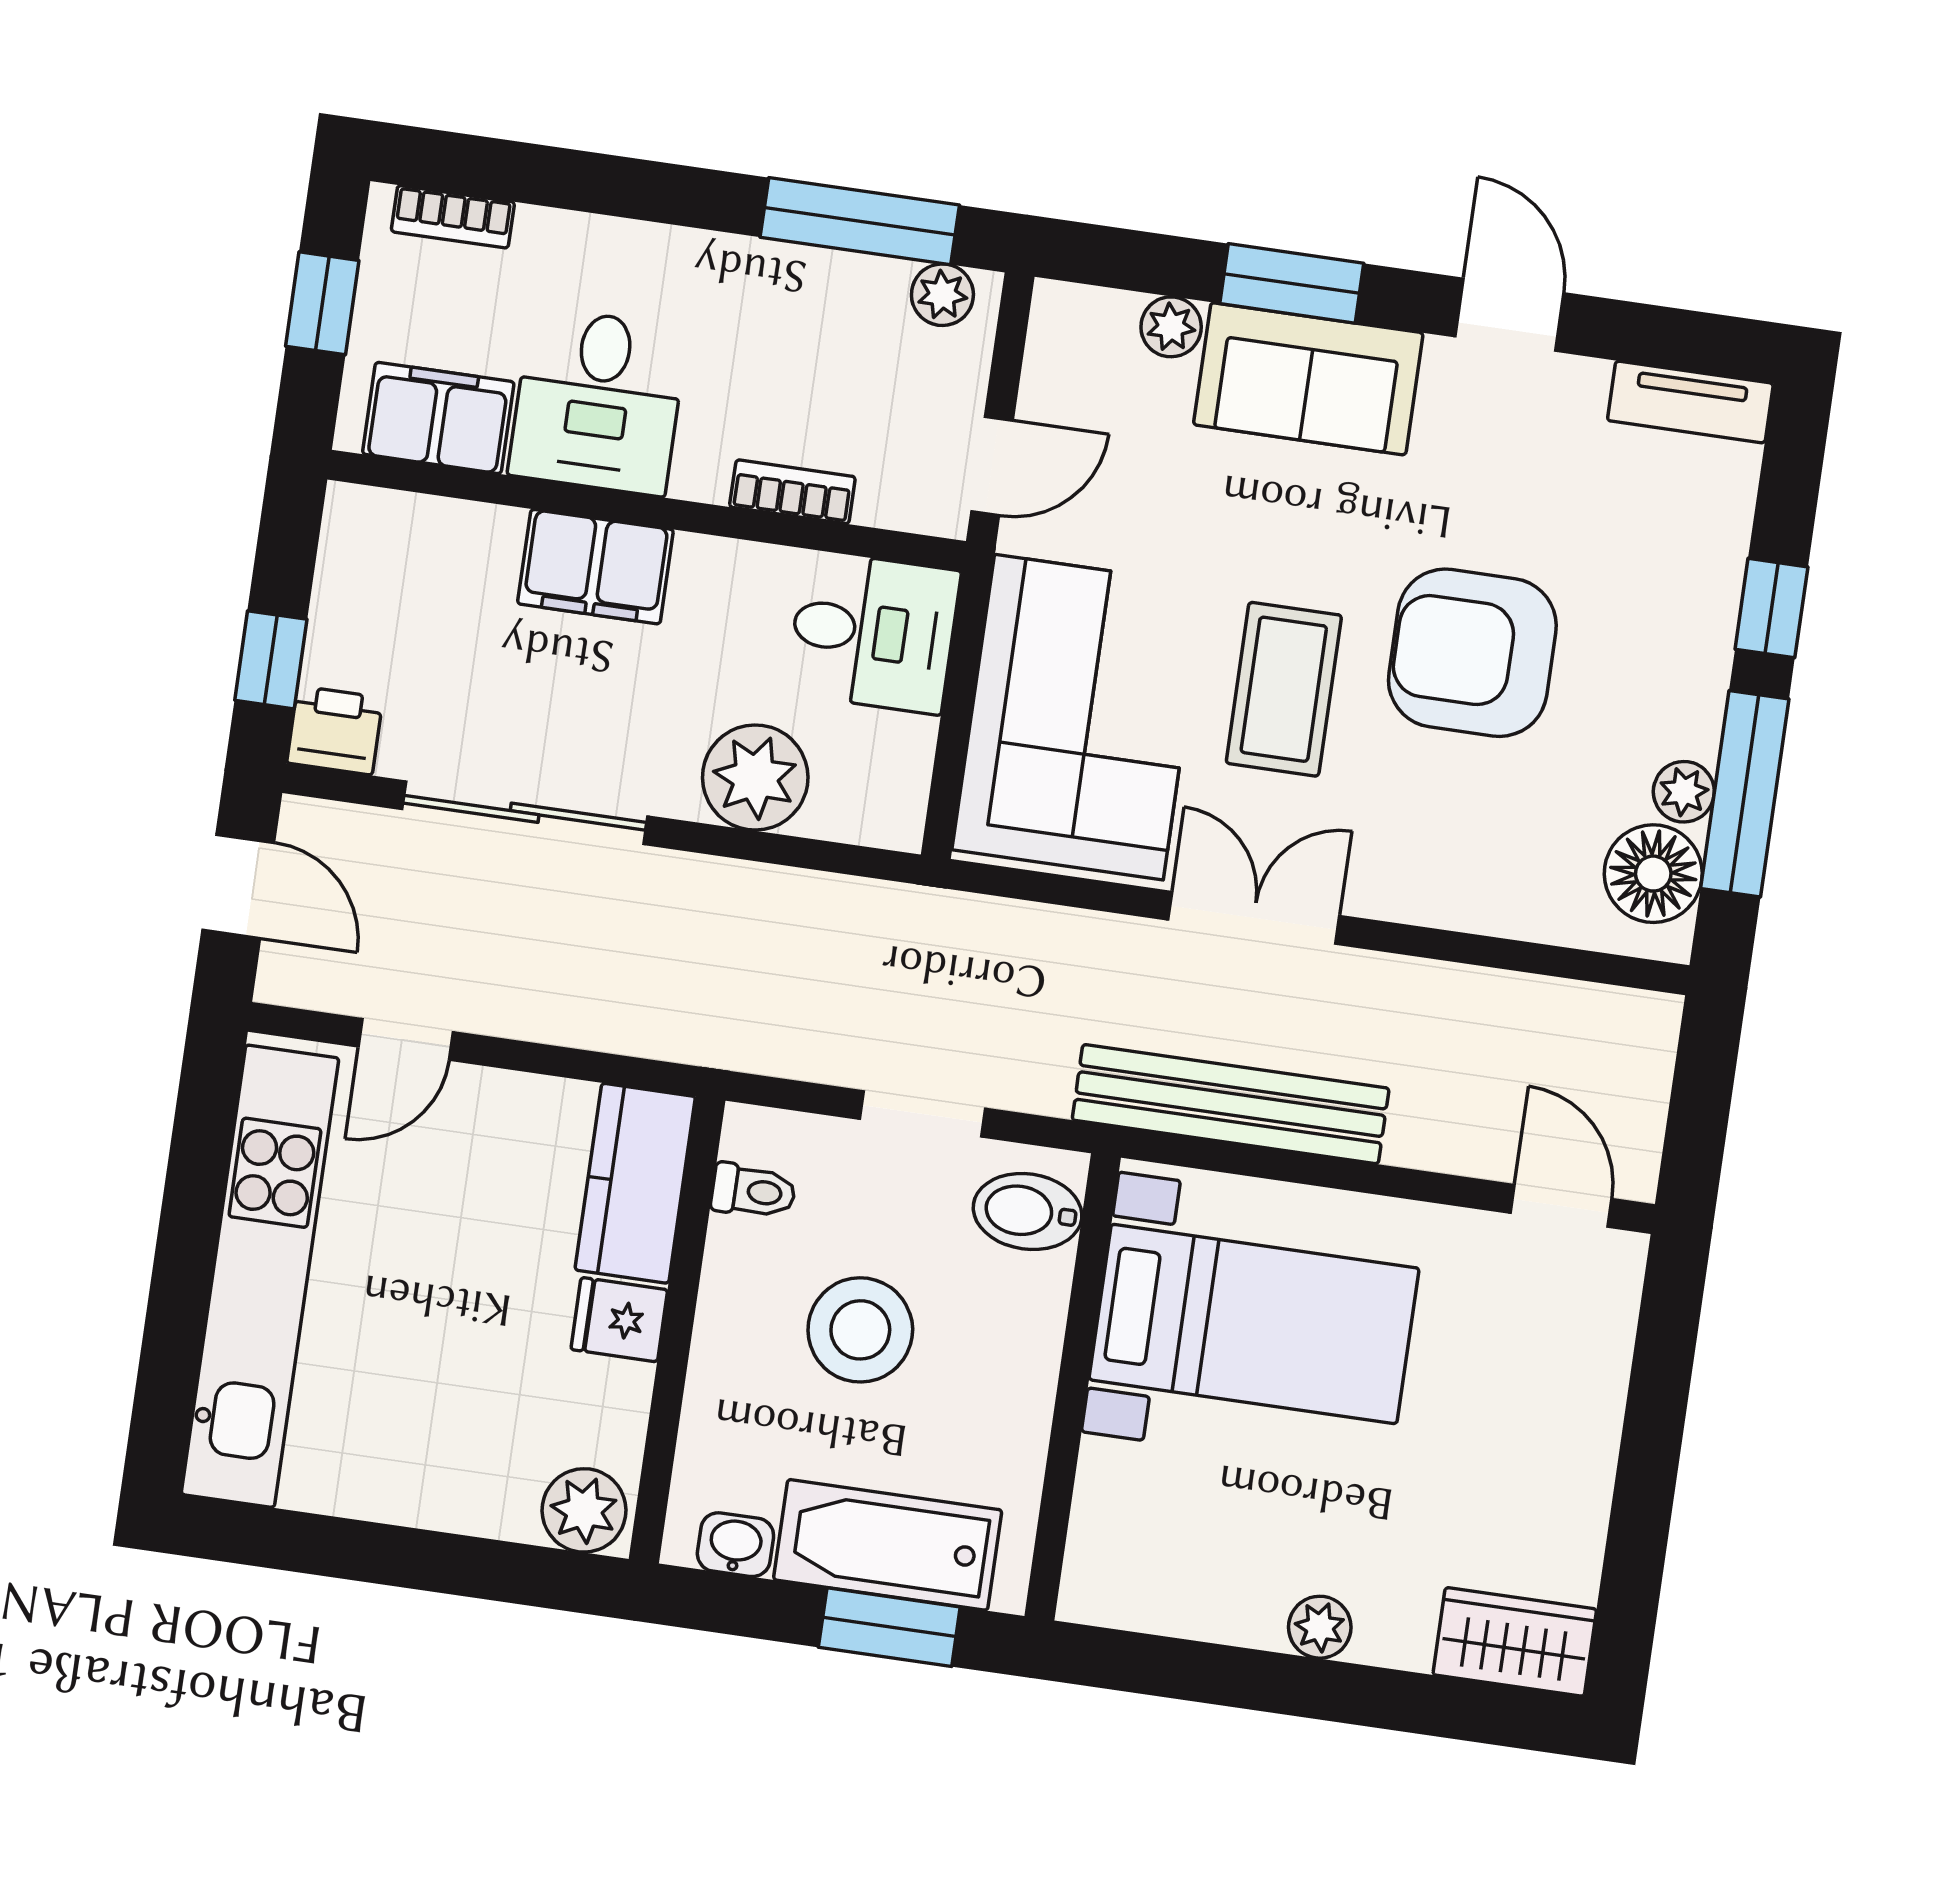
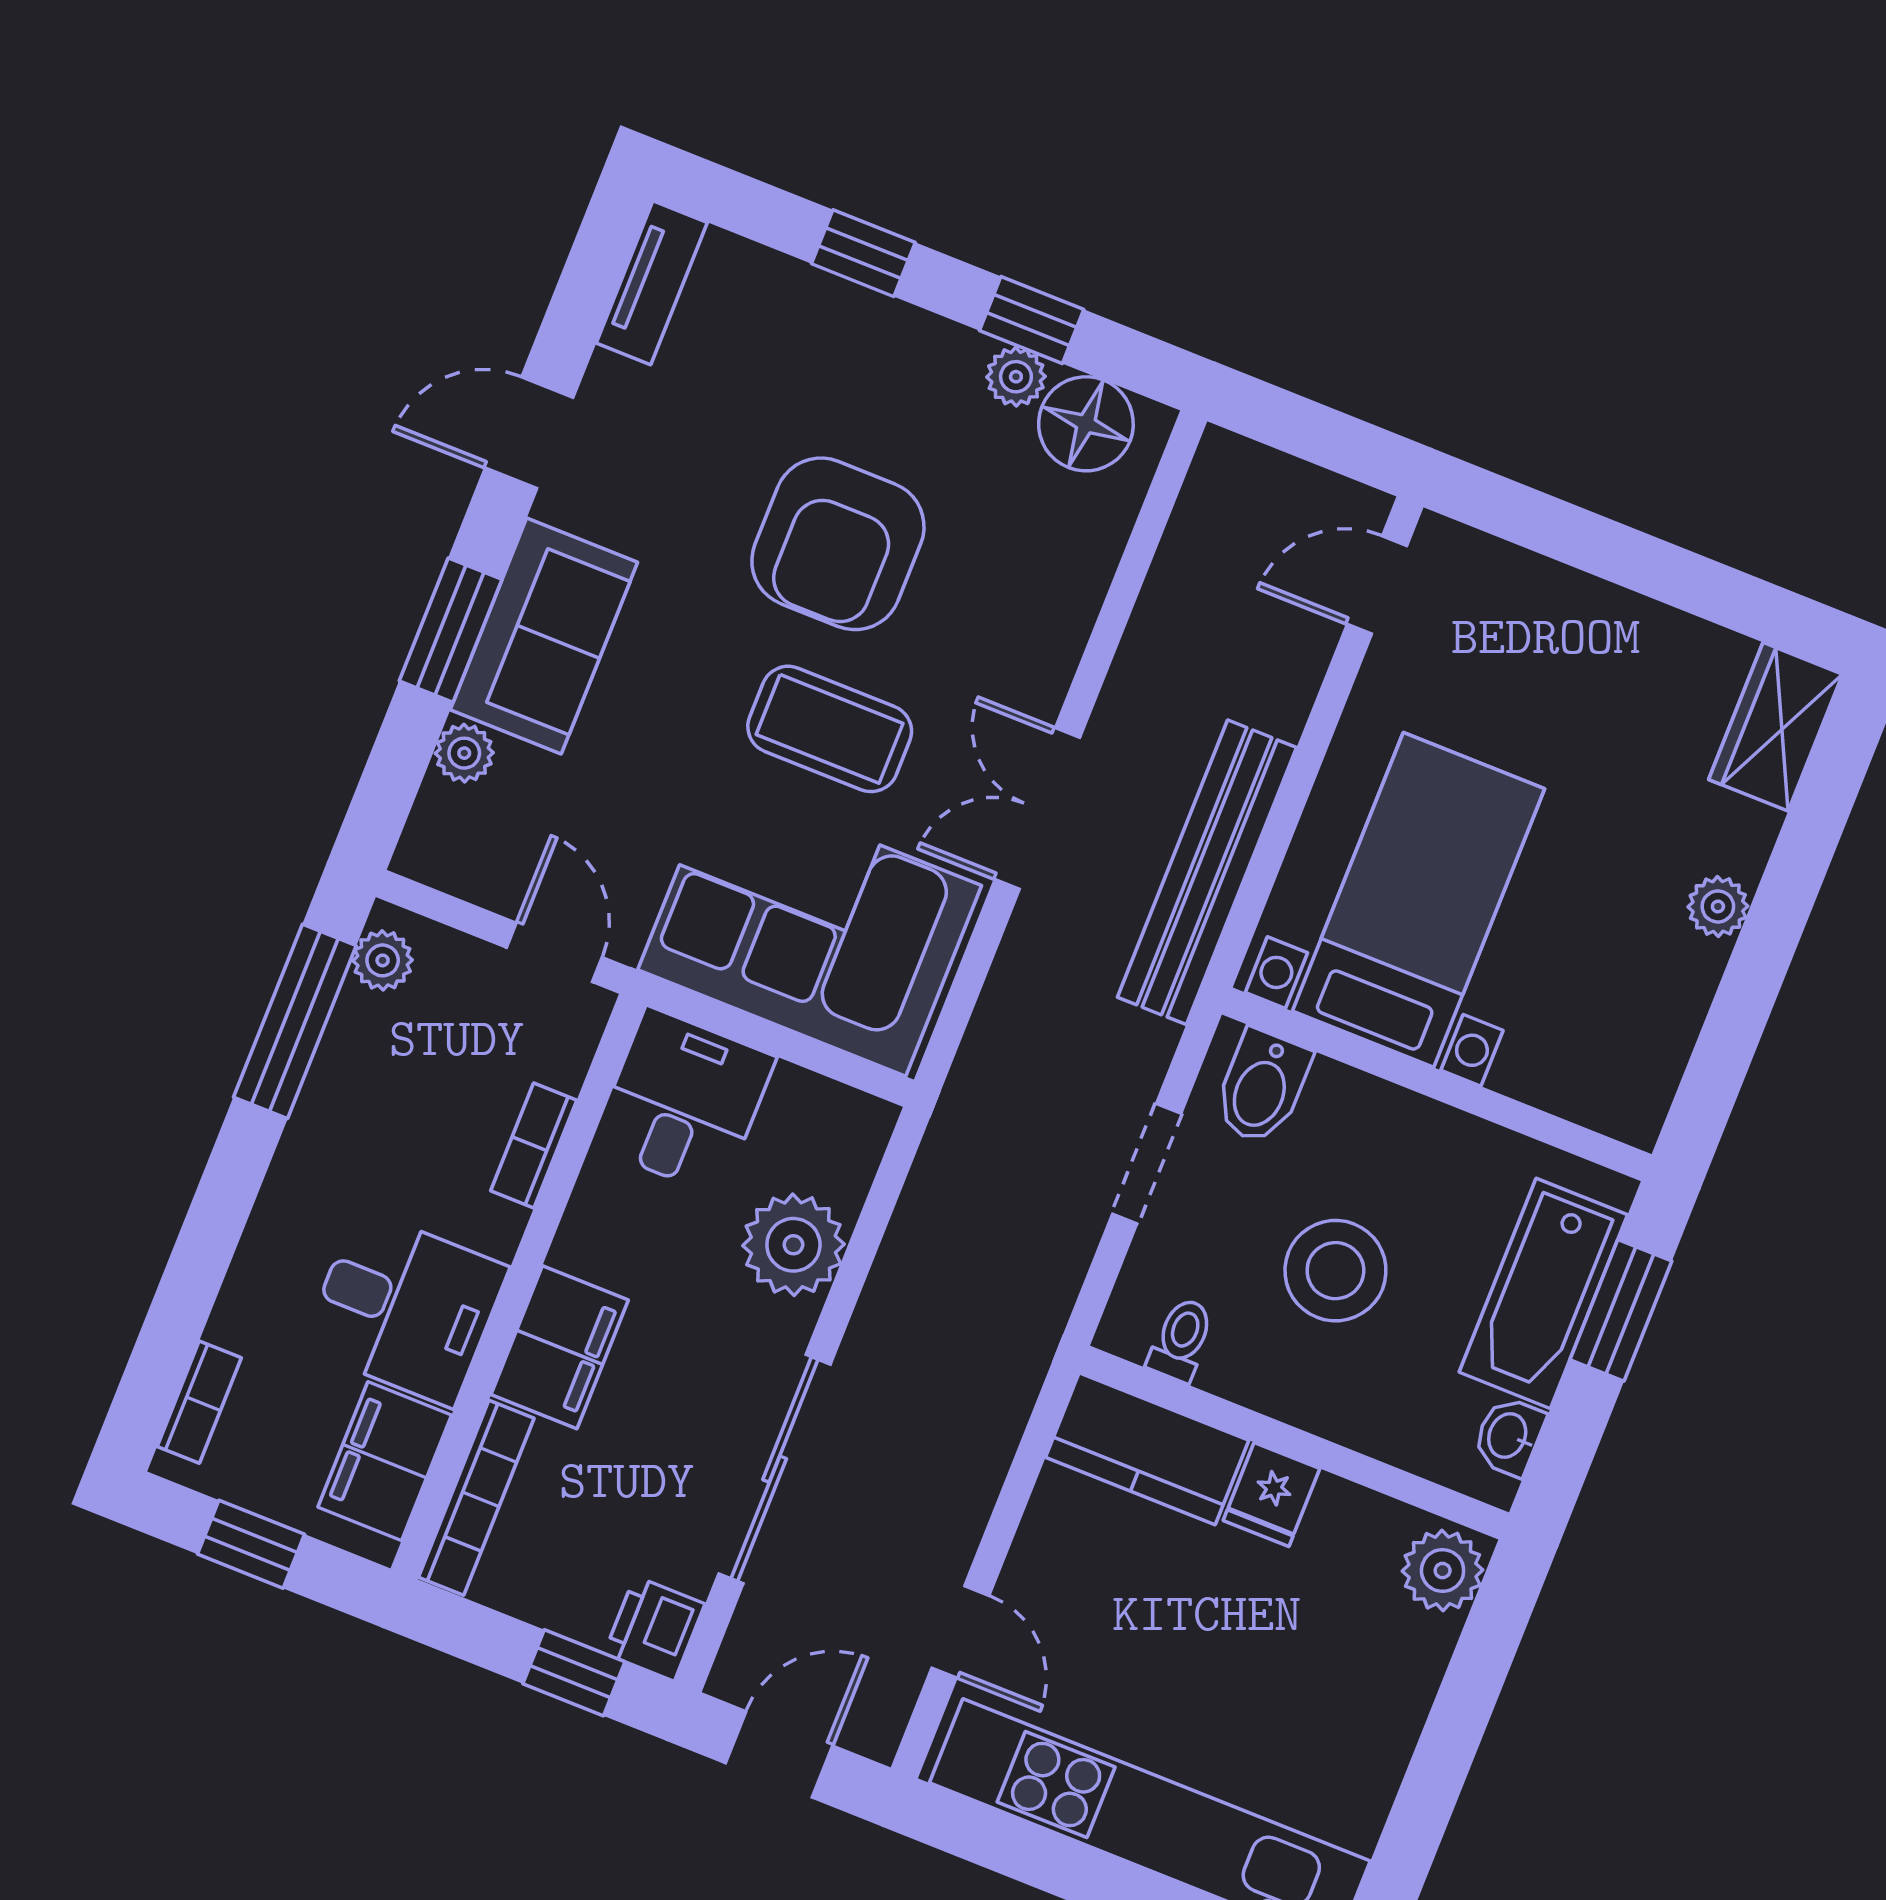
bookcase: (424, 519) -> (476, 1498), added
window: (1745, 794) -> (1032, 320), width x0.46

